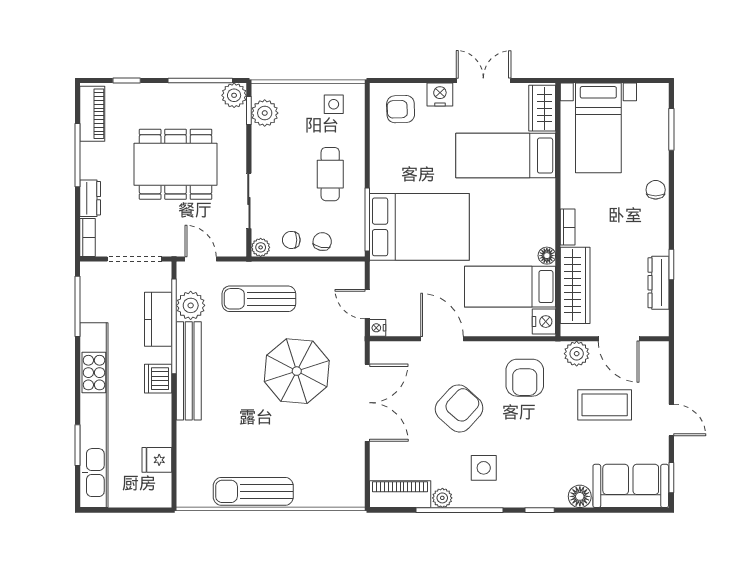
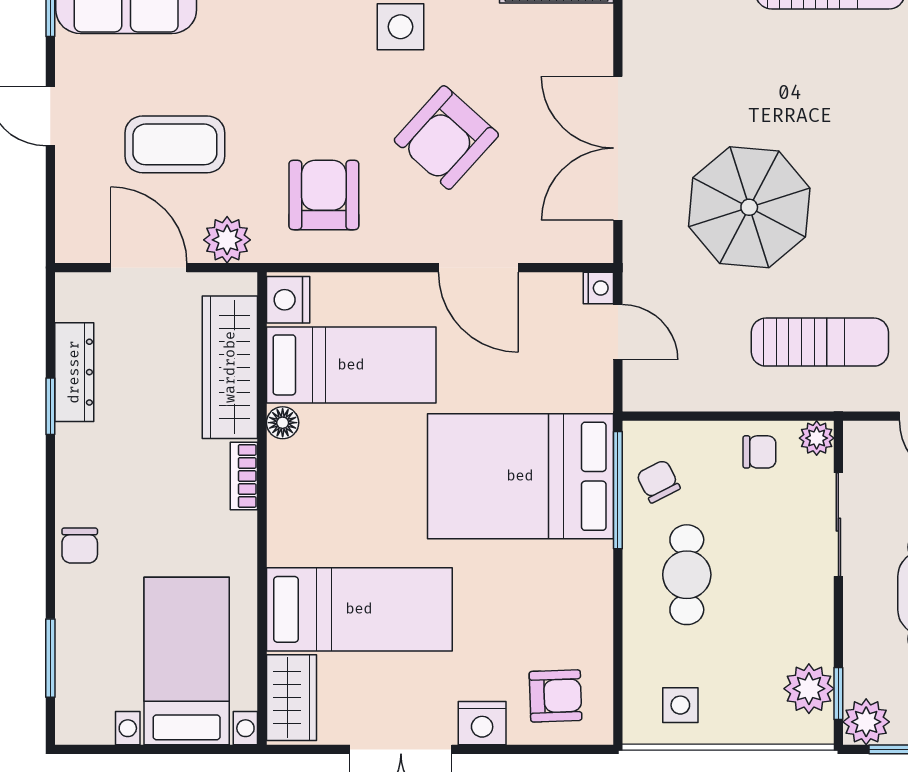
chair: (322, 242) -> (658, 481), moved, turned 142

